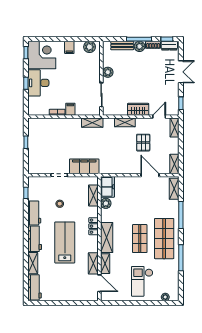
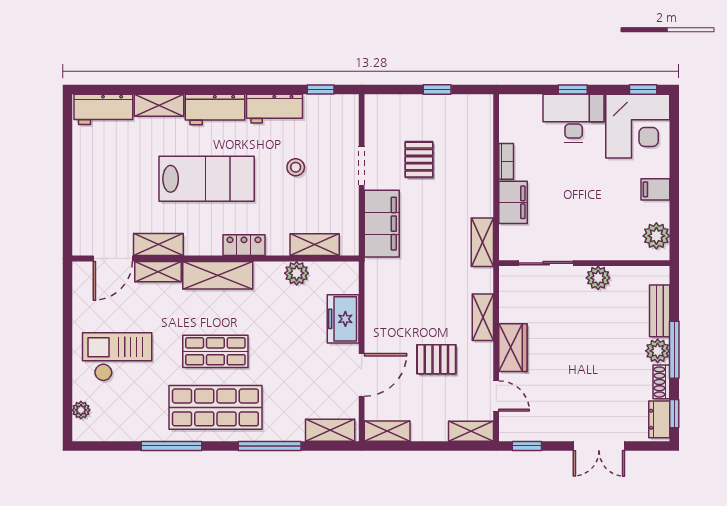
filing cabinet: (70, 109) -> (513, 202), width x2.00
pallet: (56, 150) -> (419, 160), added
freezer: (107, 187) -> (343, 319), moved, turned 90

